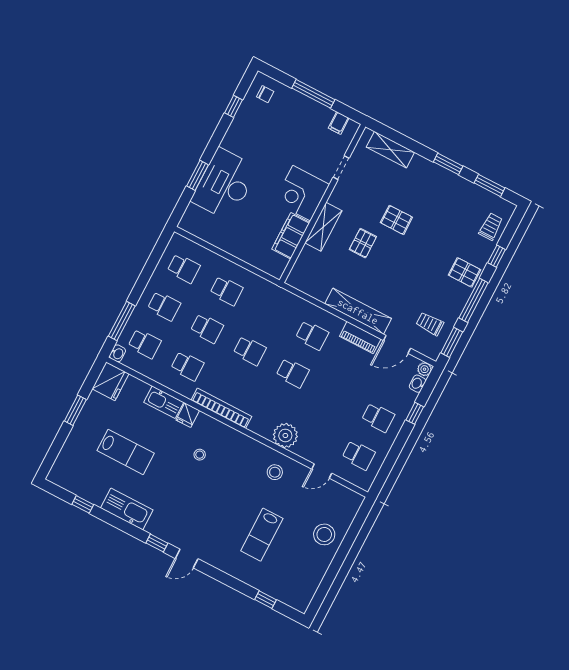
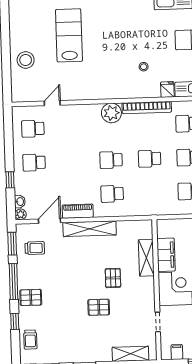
shelving: (323, 227) -> (146, 258), moved
plant: (285, 435) -> (111, 113), moved
stool: (275, 472) -> (84, 84), removed
lab bench: (262, 535) -> (69, 35), width x1.36, depth x1.39

